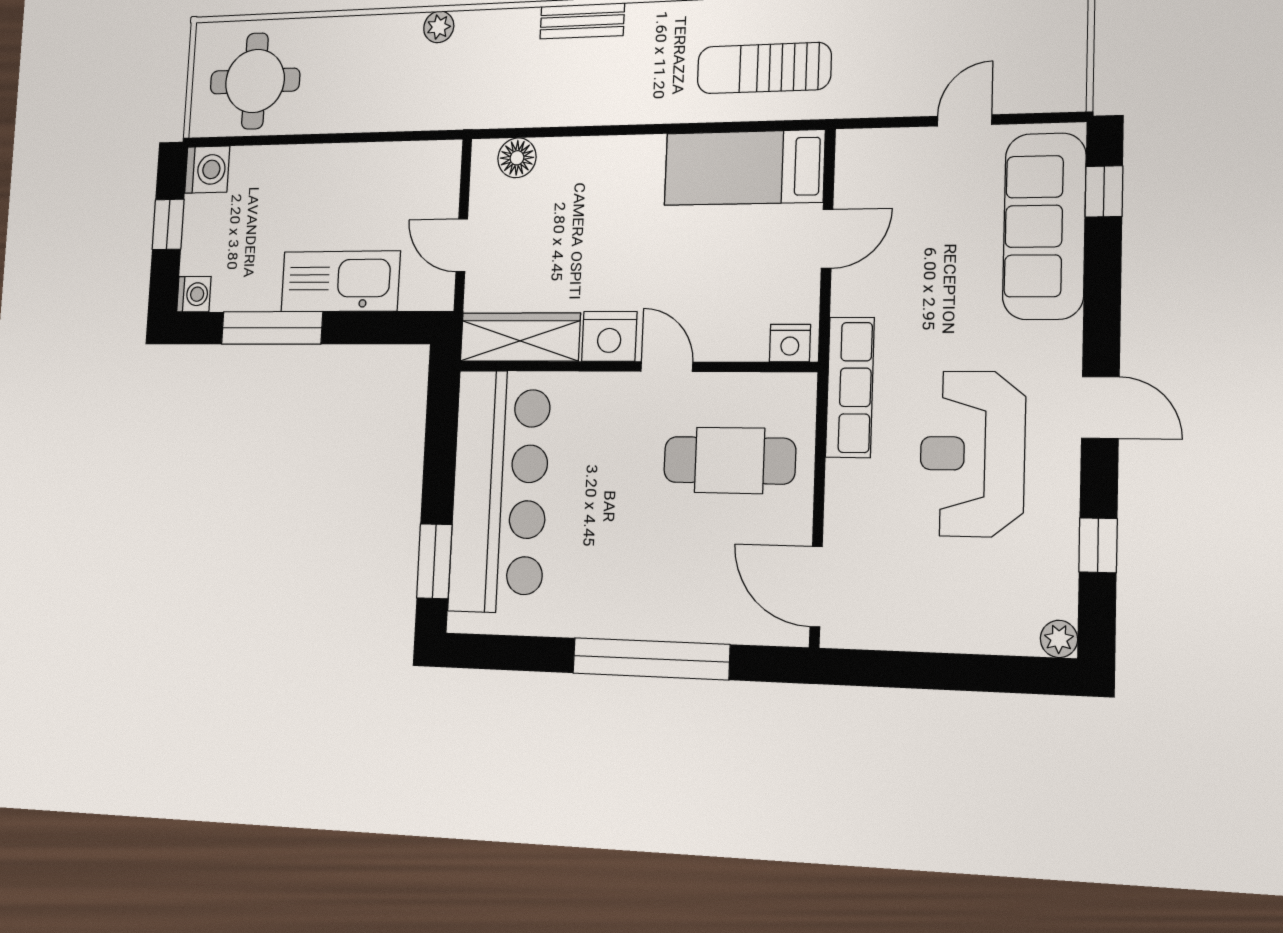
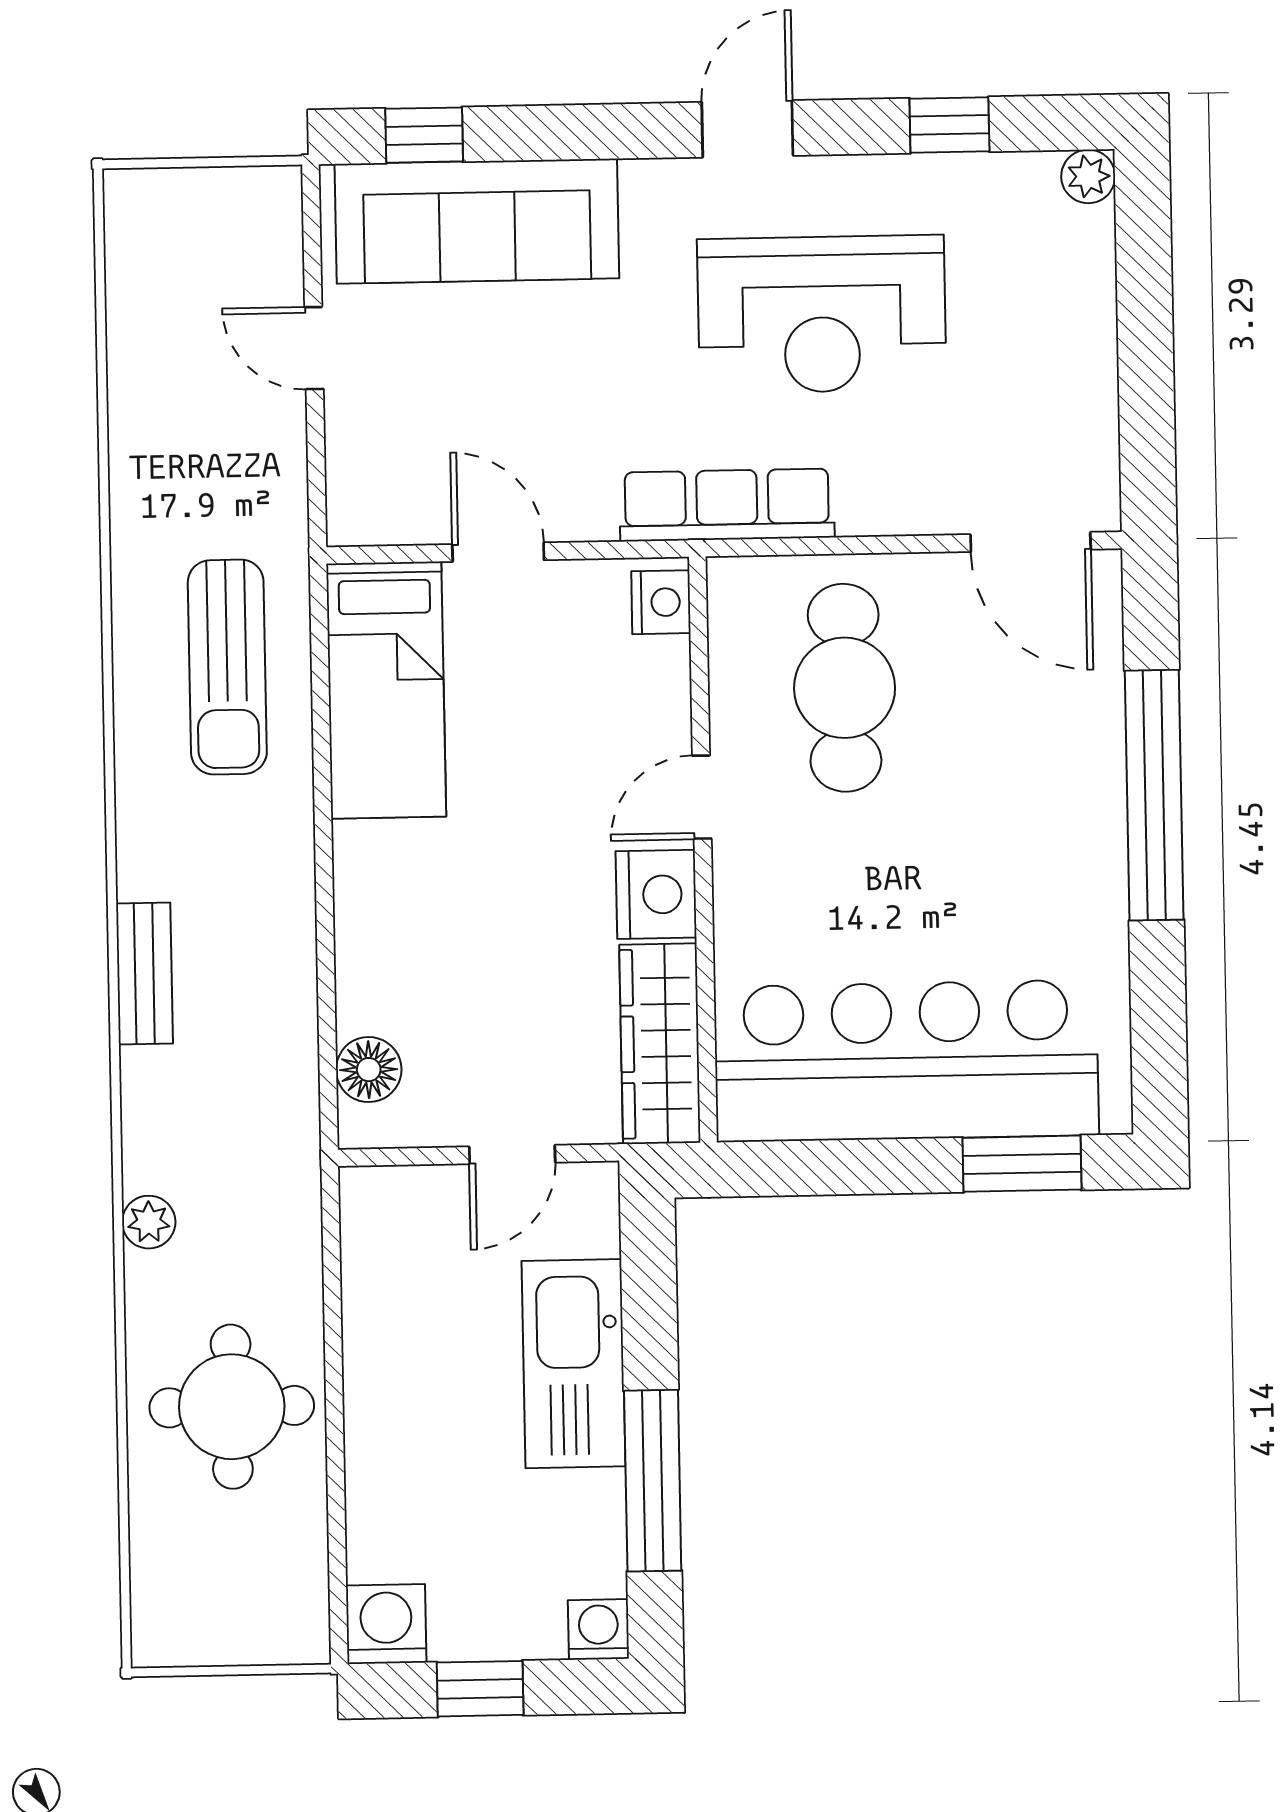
round table: (255, 81) -> (232, 1407), moved
door: (816, 587) -> (1031, 542), hinge flipped

